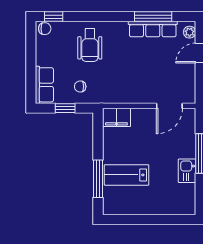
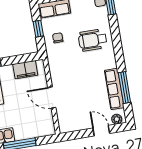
door: (169, 106) -> (52, 97), moved
filing cabinet: (116, 117) -> (25, 70), moved, turned -90

